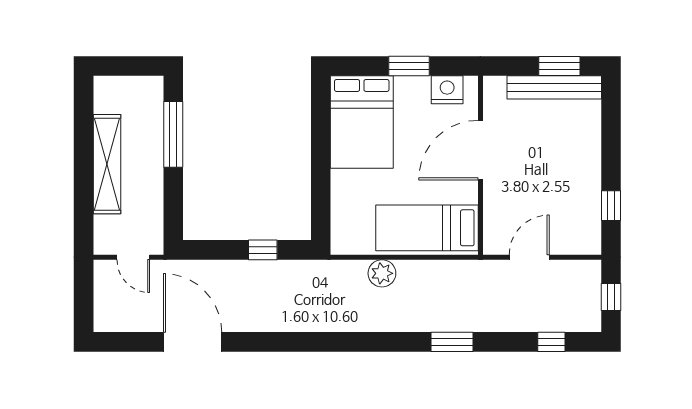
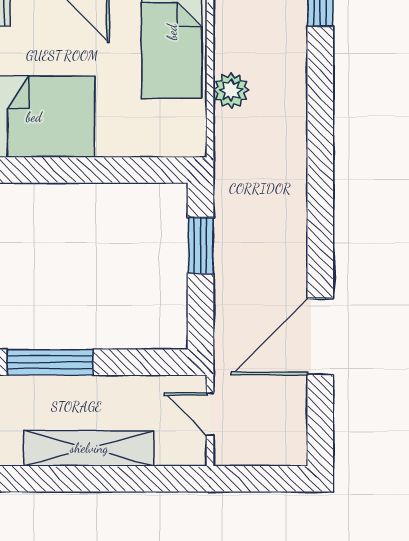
window: (263, 250) -> (201, 246), width x1.50
door: (133, 257) -> (210, 414), swing flipped

